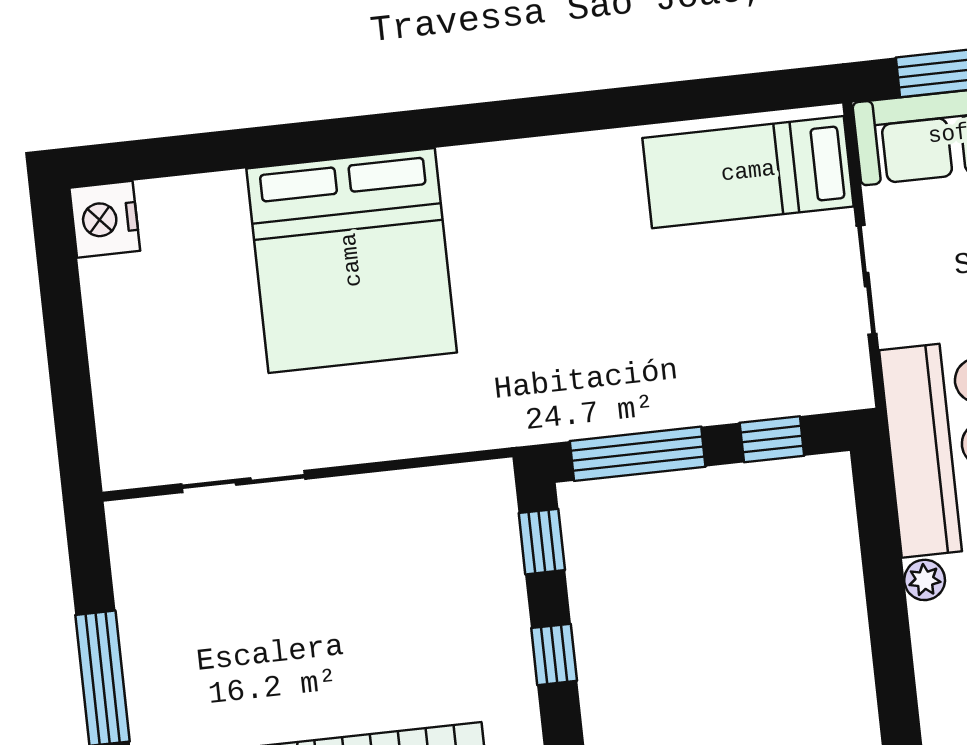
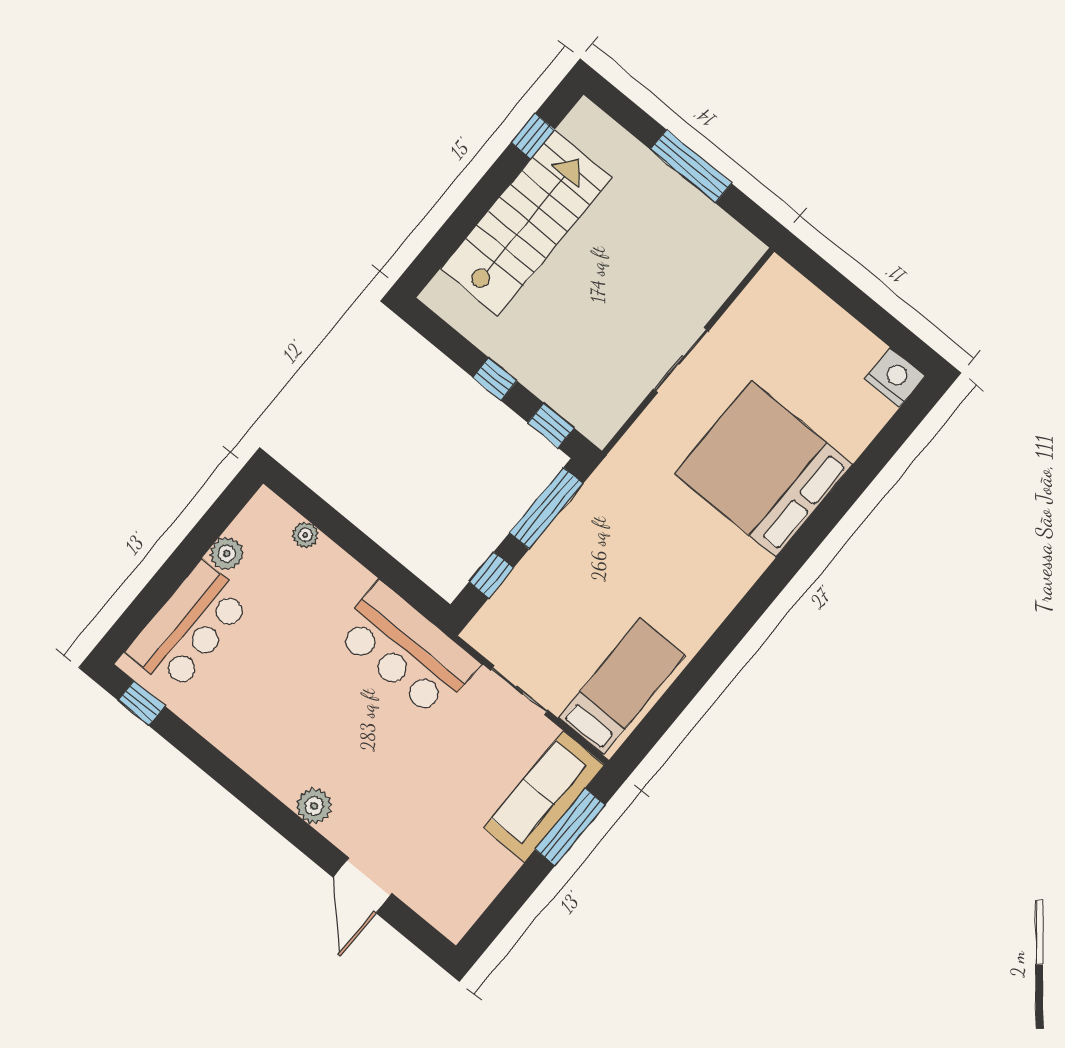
sliding door: (243, 482) -> (681, 360), moved
plant: (925, 580) -> (305, 535), moved

